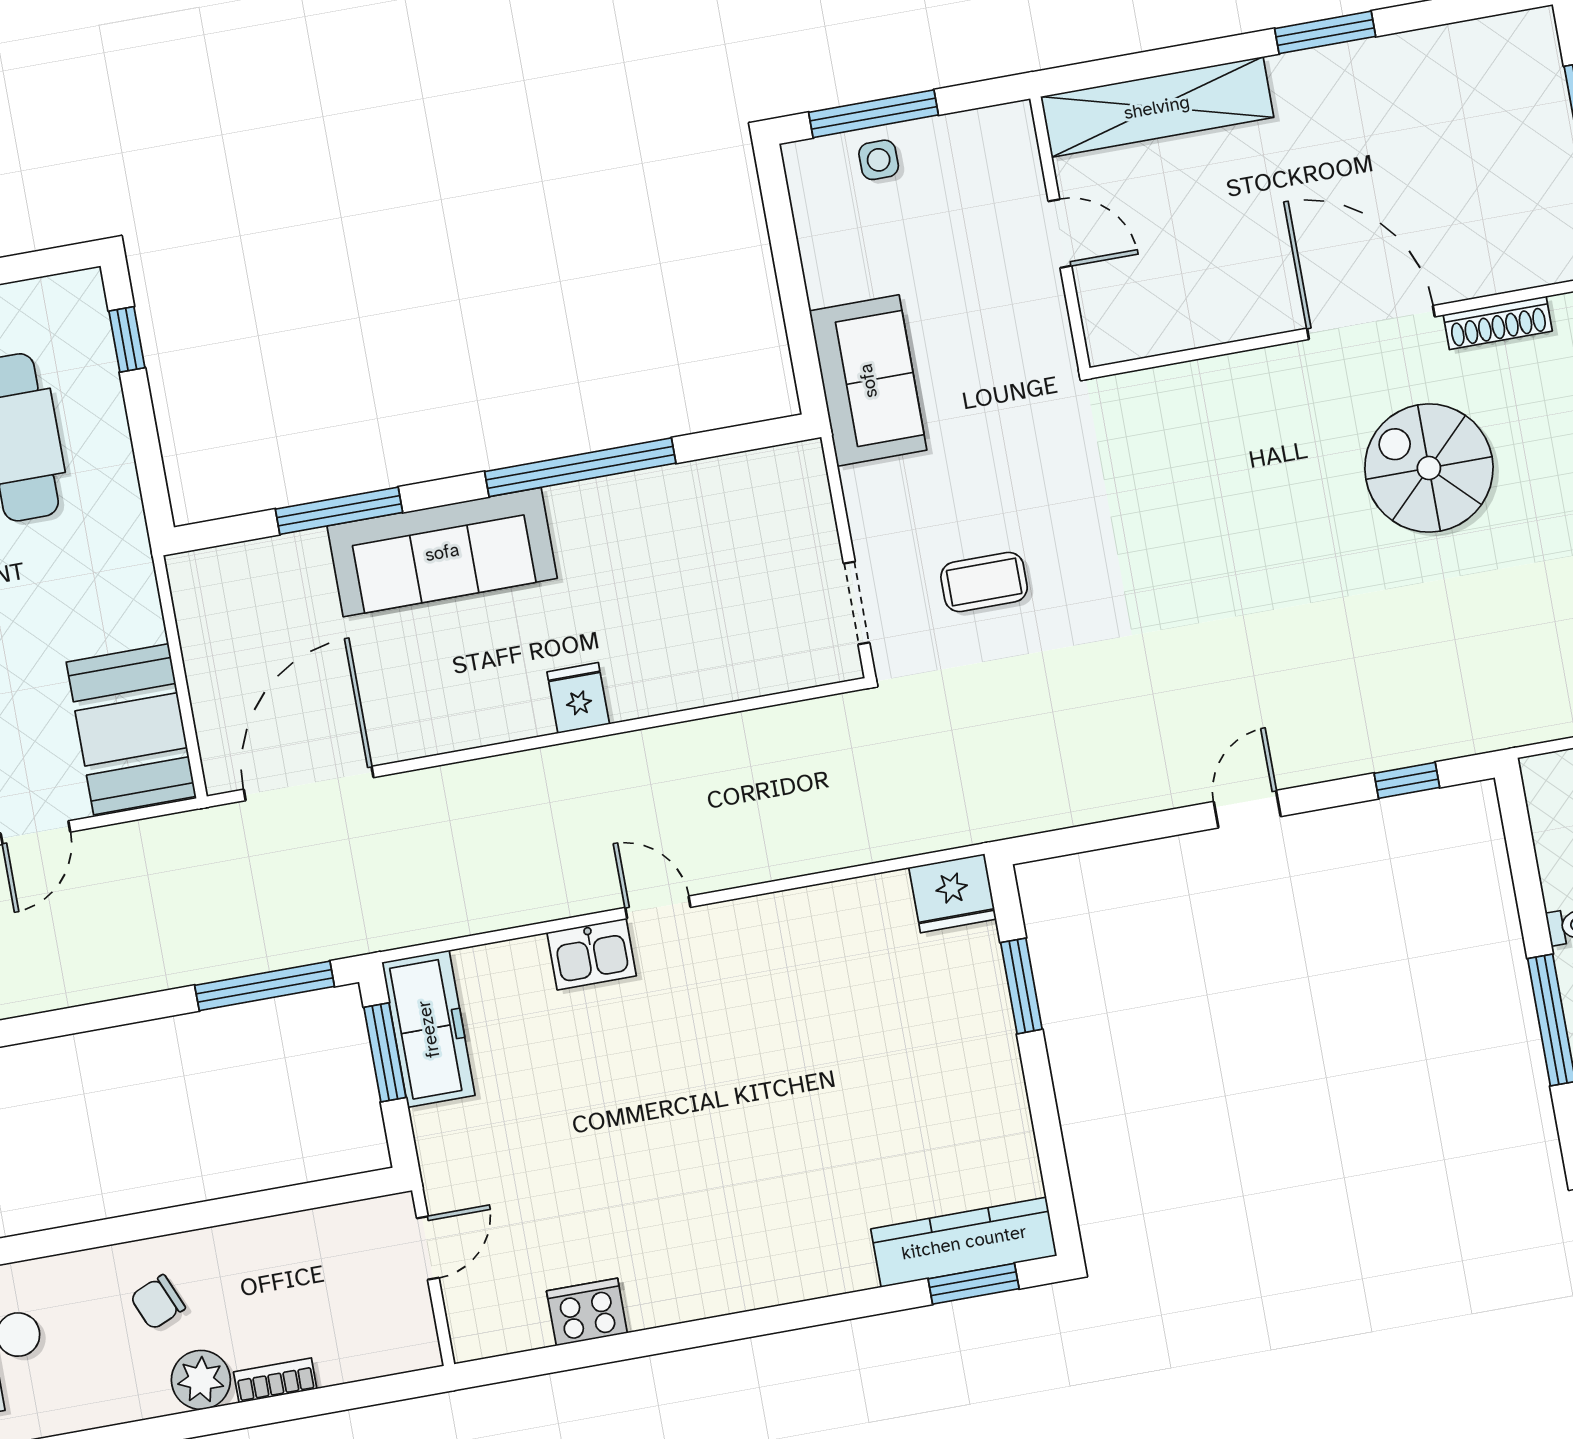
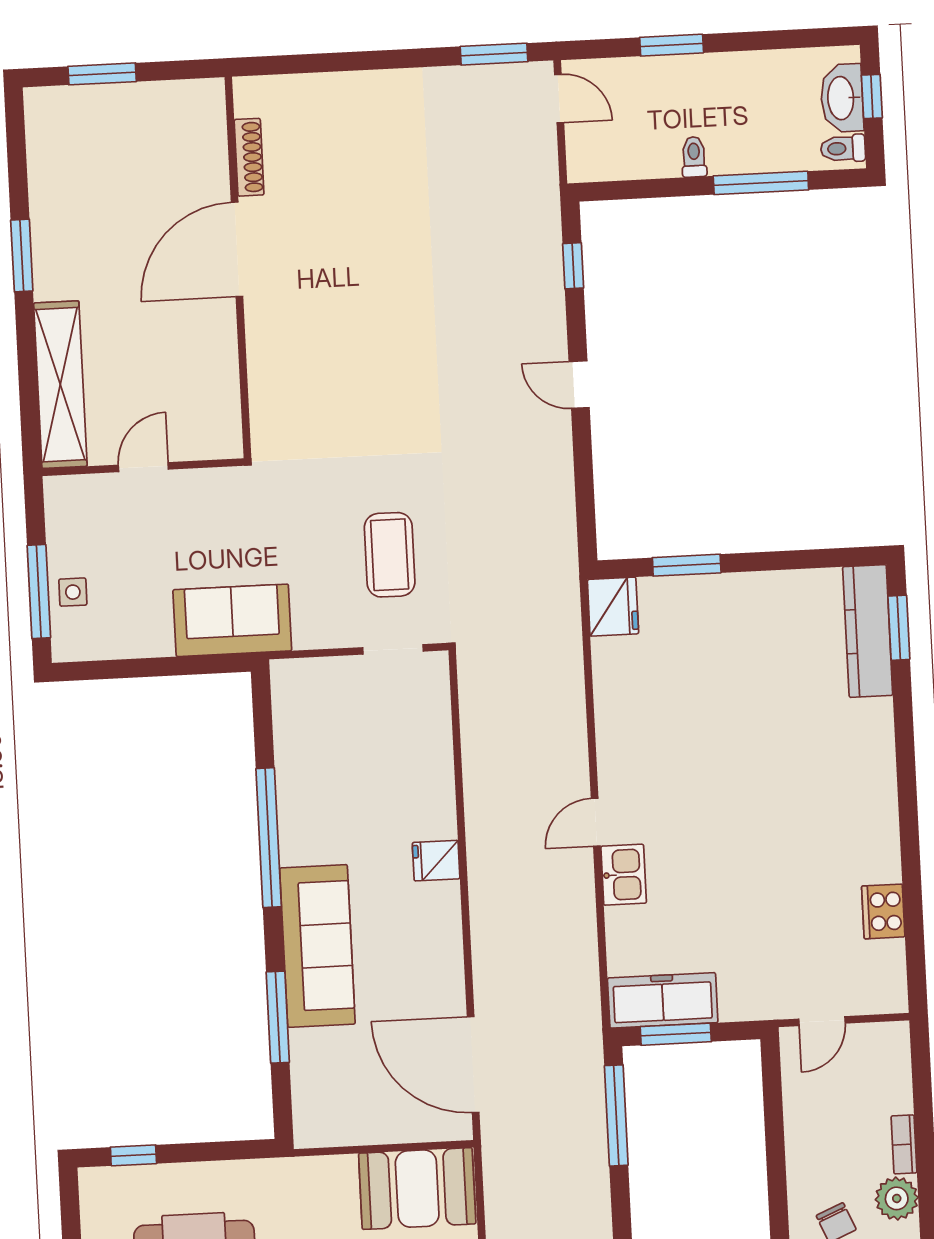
spiral stairs: (1429, 468) -> (348, 221), removed
coffee table: (984, 582) -> (390, 555), width x1.36, depth x1.30
door: (428, 1248) -> (822, 1021), swing flipped

